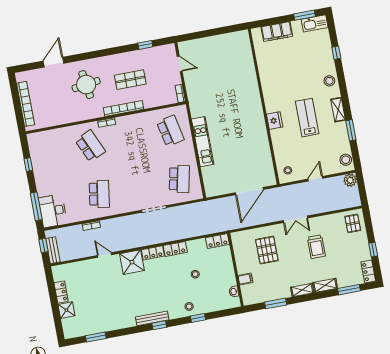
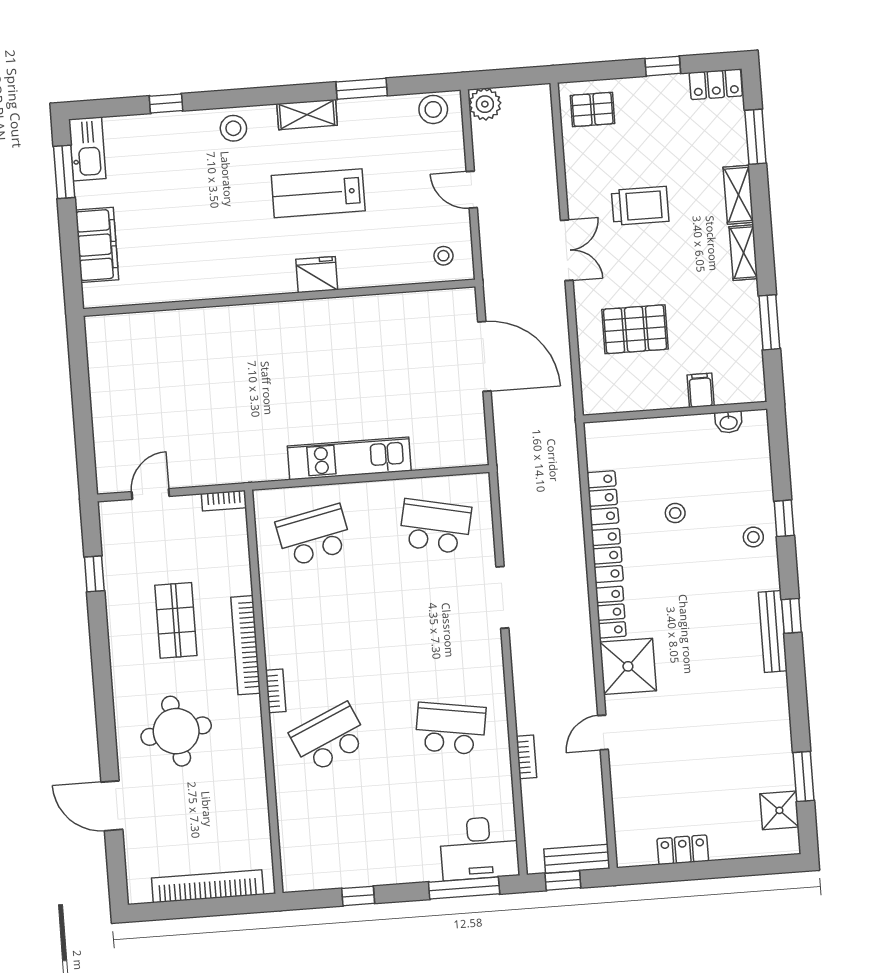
locker: (217, 241) -> (603, 498), moved
shower: (66, 310) -> (779, 810), moved

